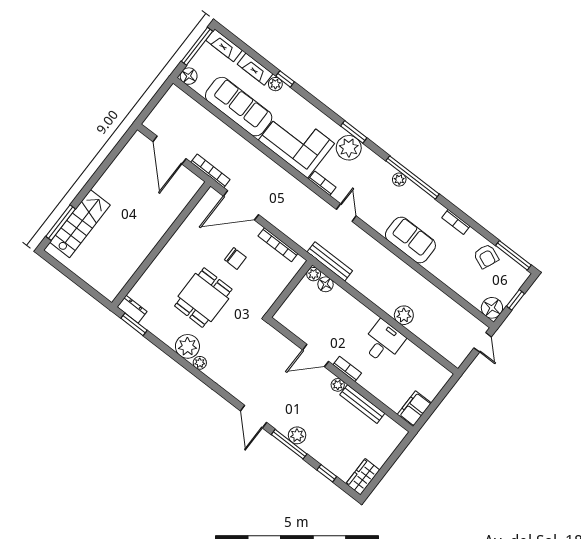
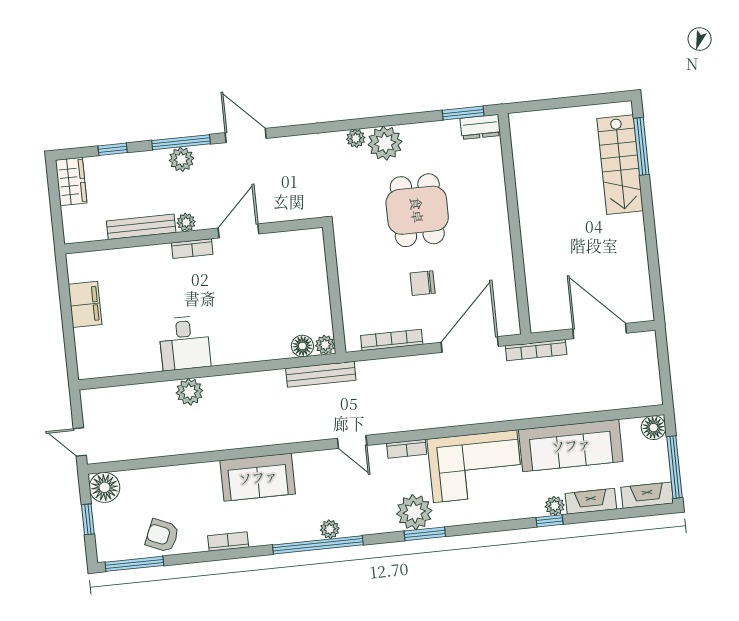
door: (316, 356) -> (239, 231), moved
bookcase: (347, 369) -> (192, 249), moved
wall: (340, 375) -> (194, 236), moved
plant: (338, 385) -> (186, 222), moved
bench: (362, 404) -> (141, 227), moved

